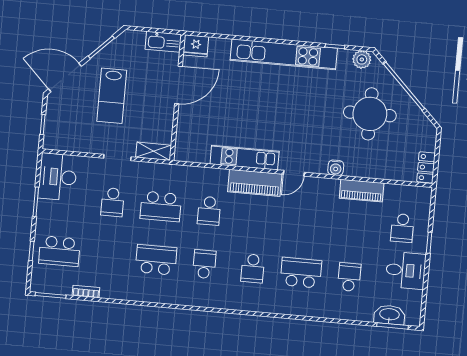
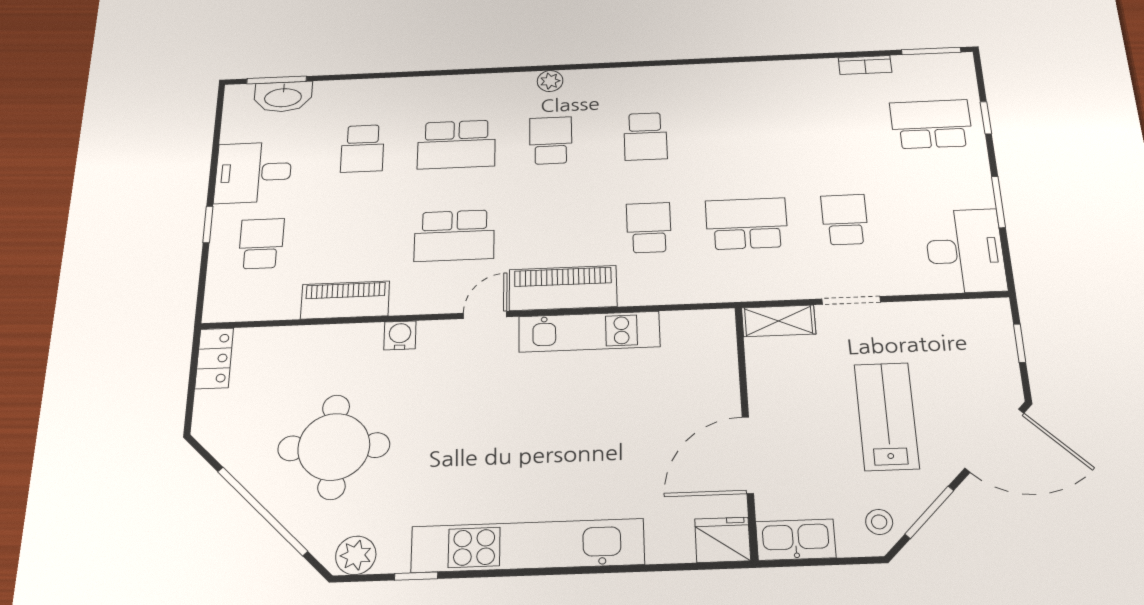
stool: (125, 45) -> (879, 522), added
school desk: (156, 260) -> (454, 236), moved
plant: (249, 305) -> (550, 81), added

